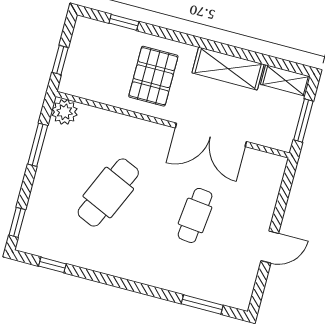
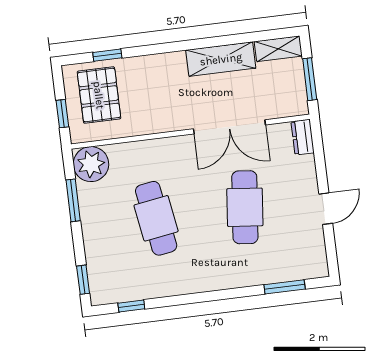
pallet: (153, 76) -> (99, 95), moved
plant: (65, 112) -> (91, 164), width x1.36, depth x1.36
dresser: (275, 172) -> (303, 137), added
cafe table: (108, 193) -> (156, 218), turned -33
cafe table: (195, 215) -> (245, 207), width x1.37, depth x1.35

